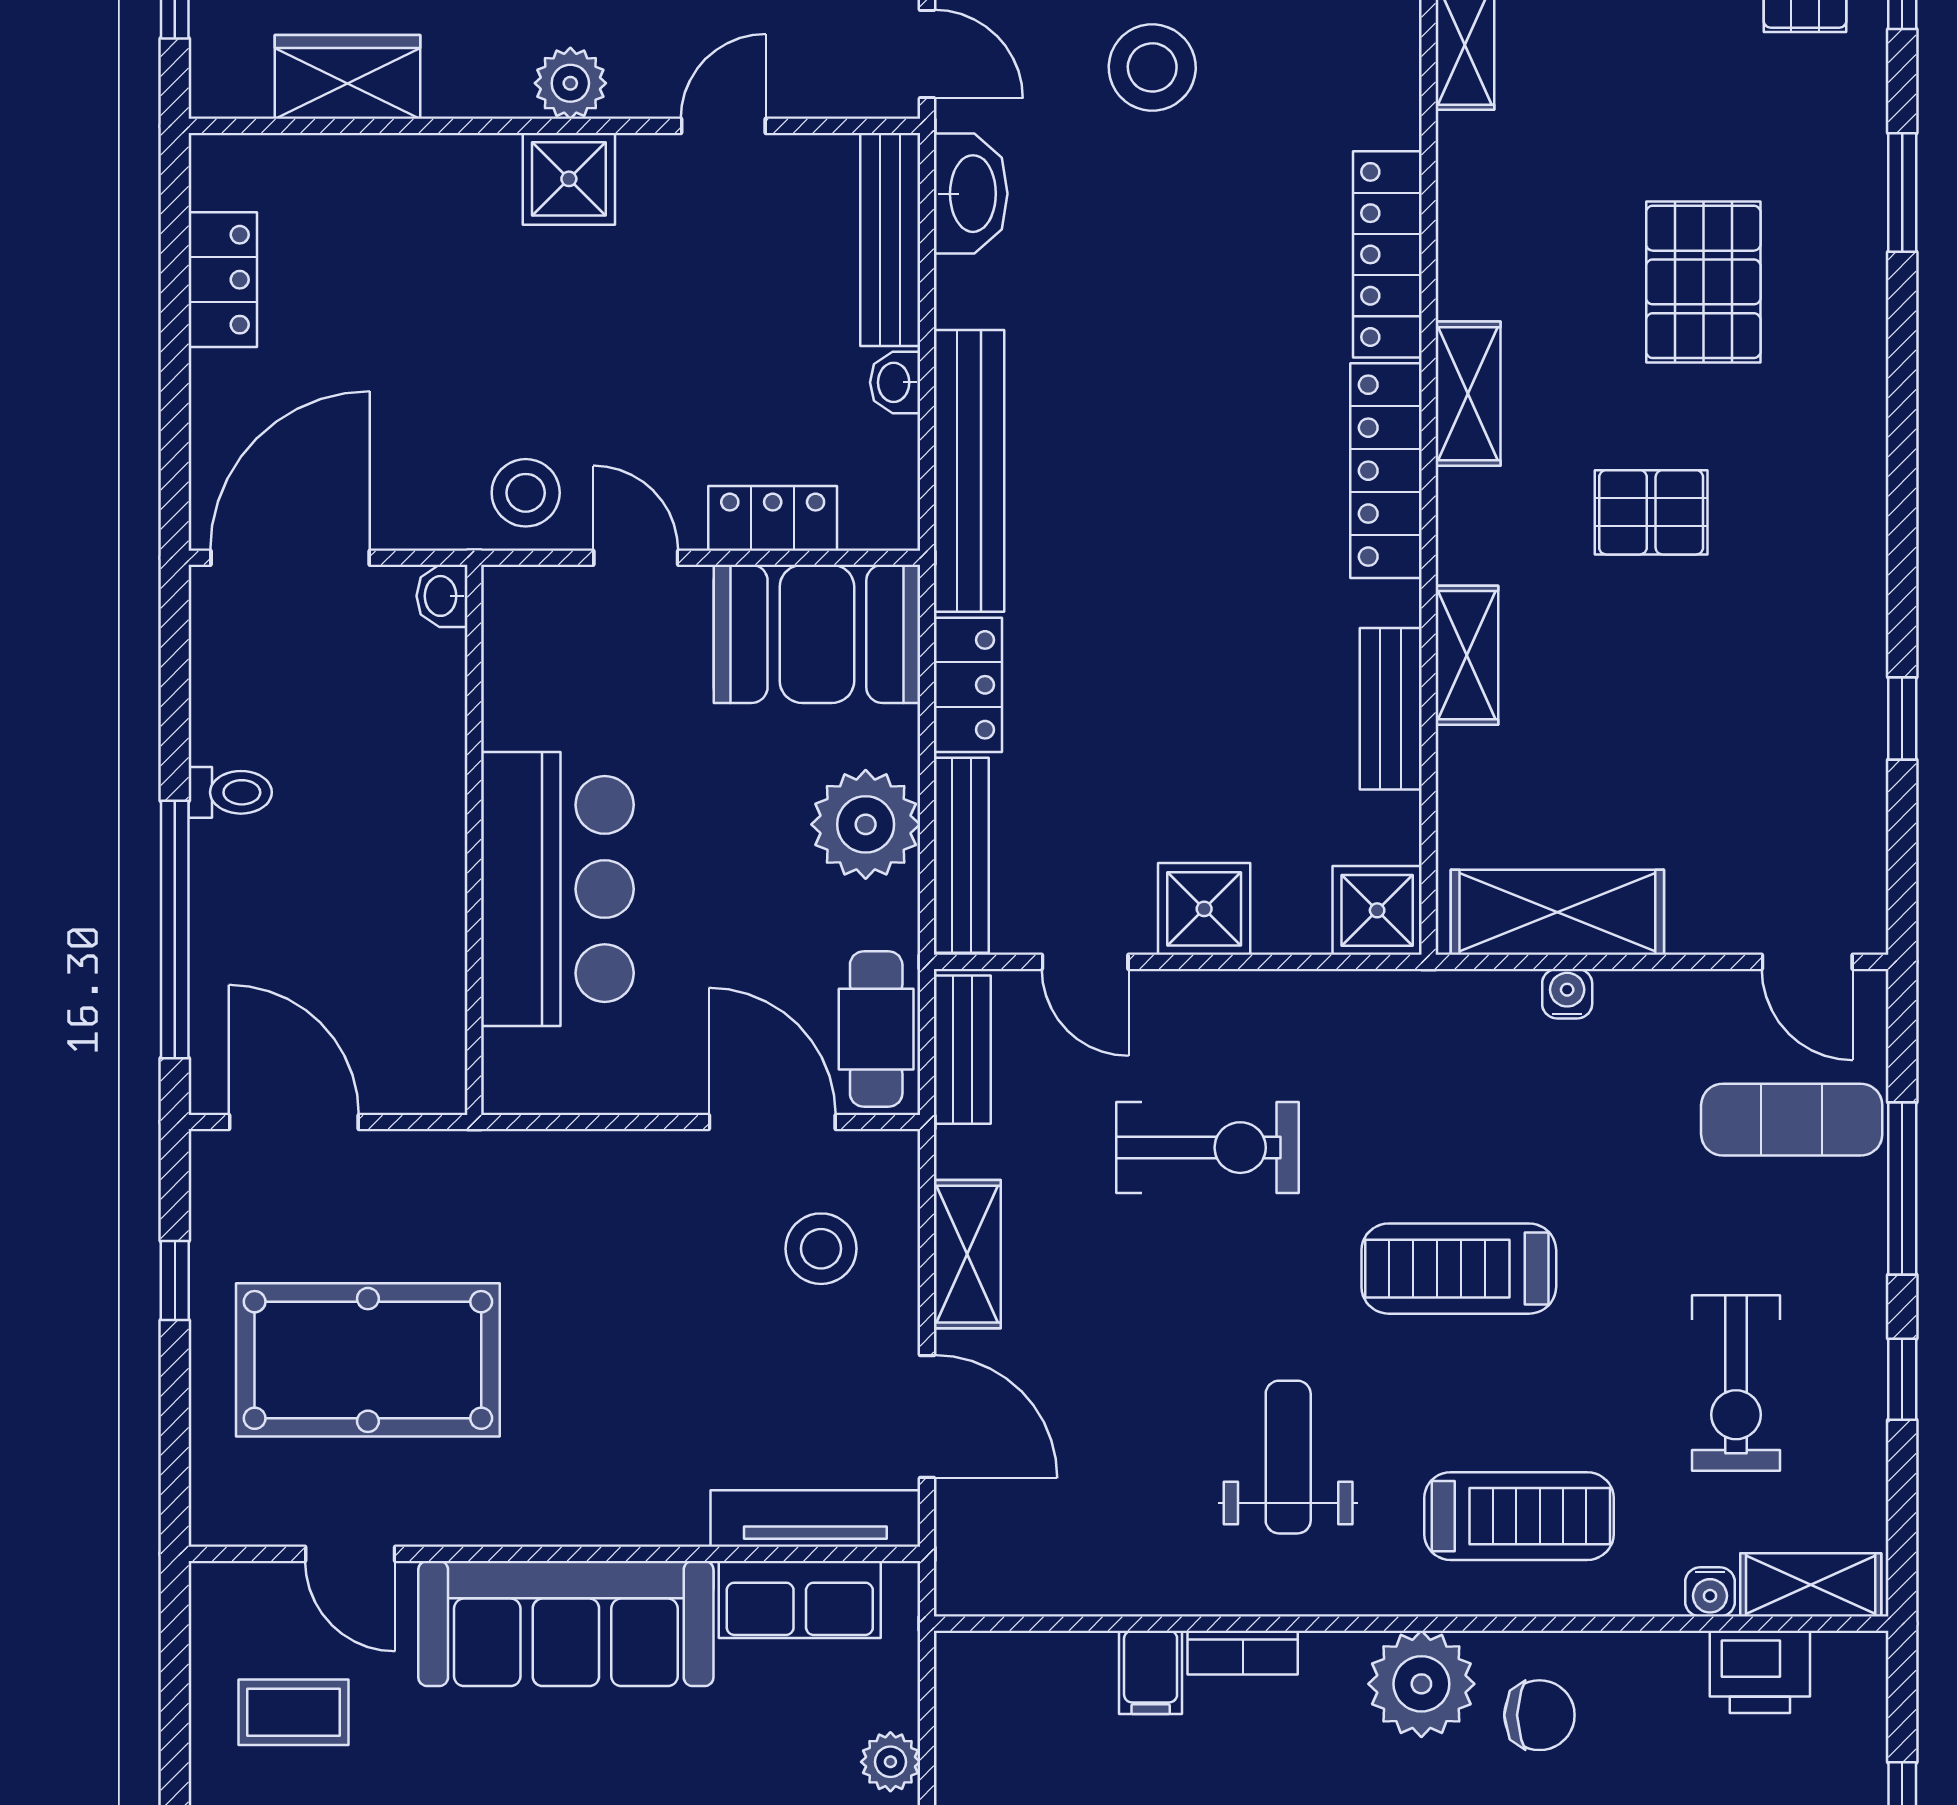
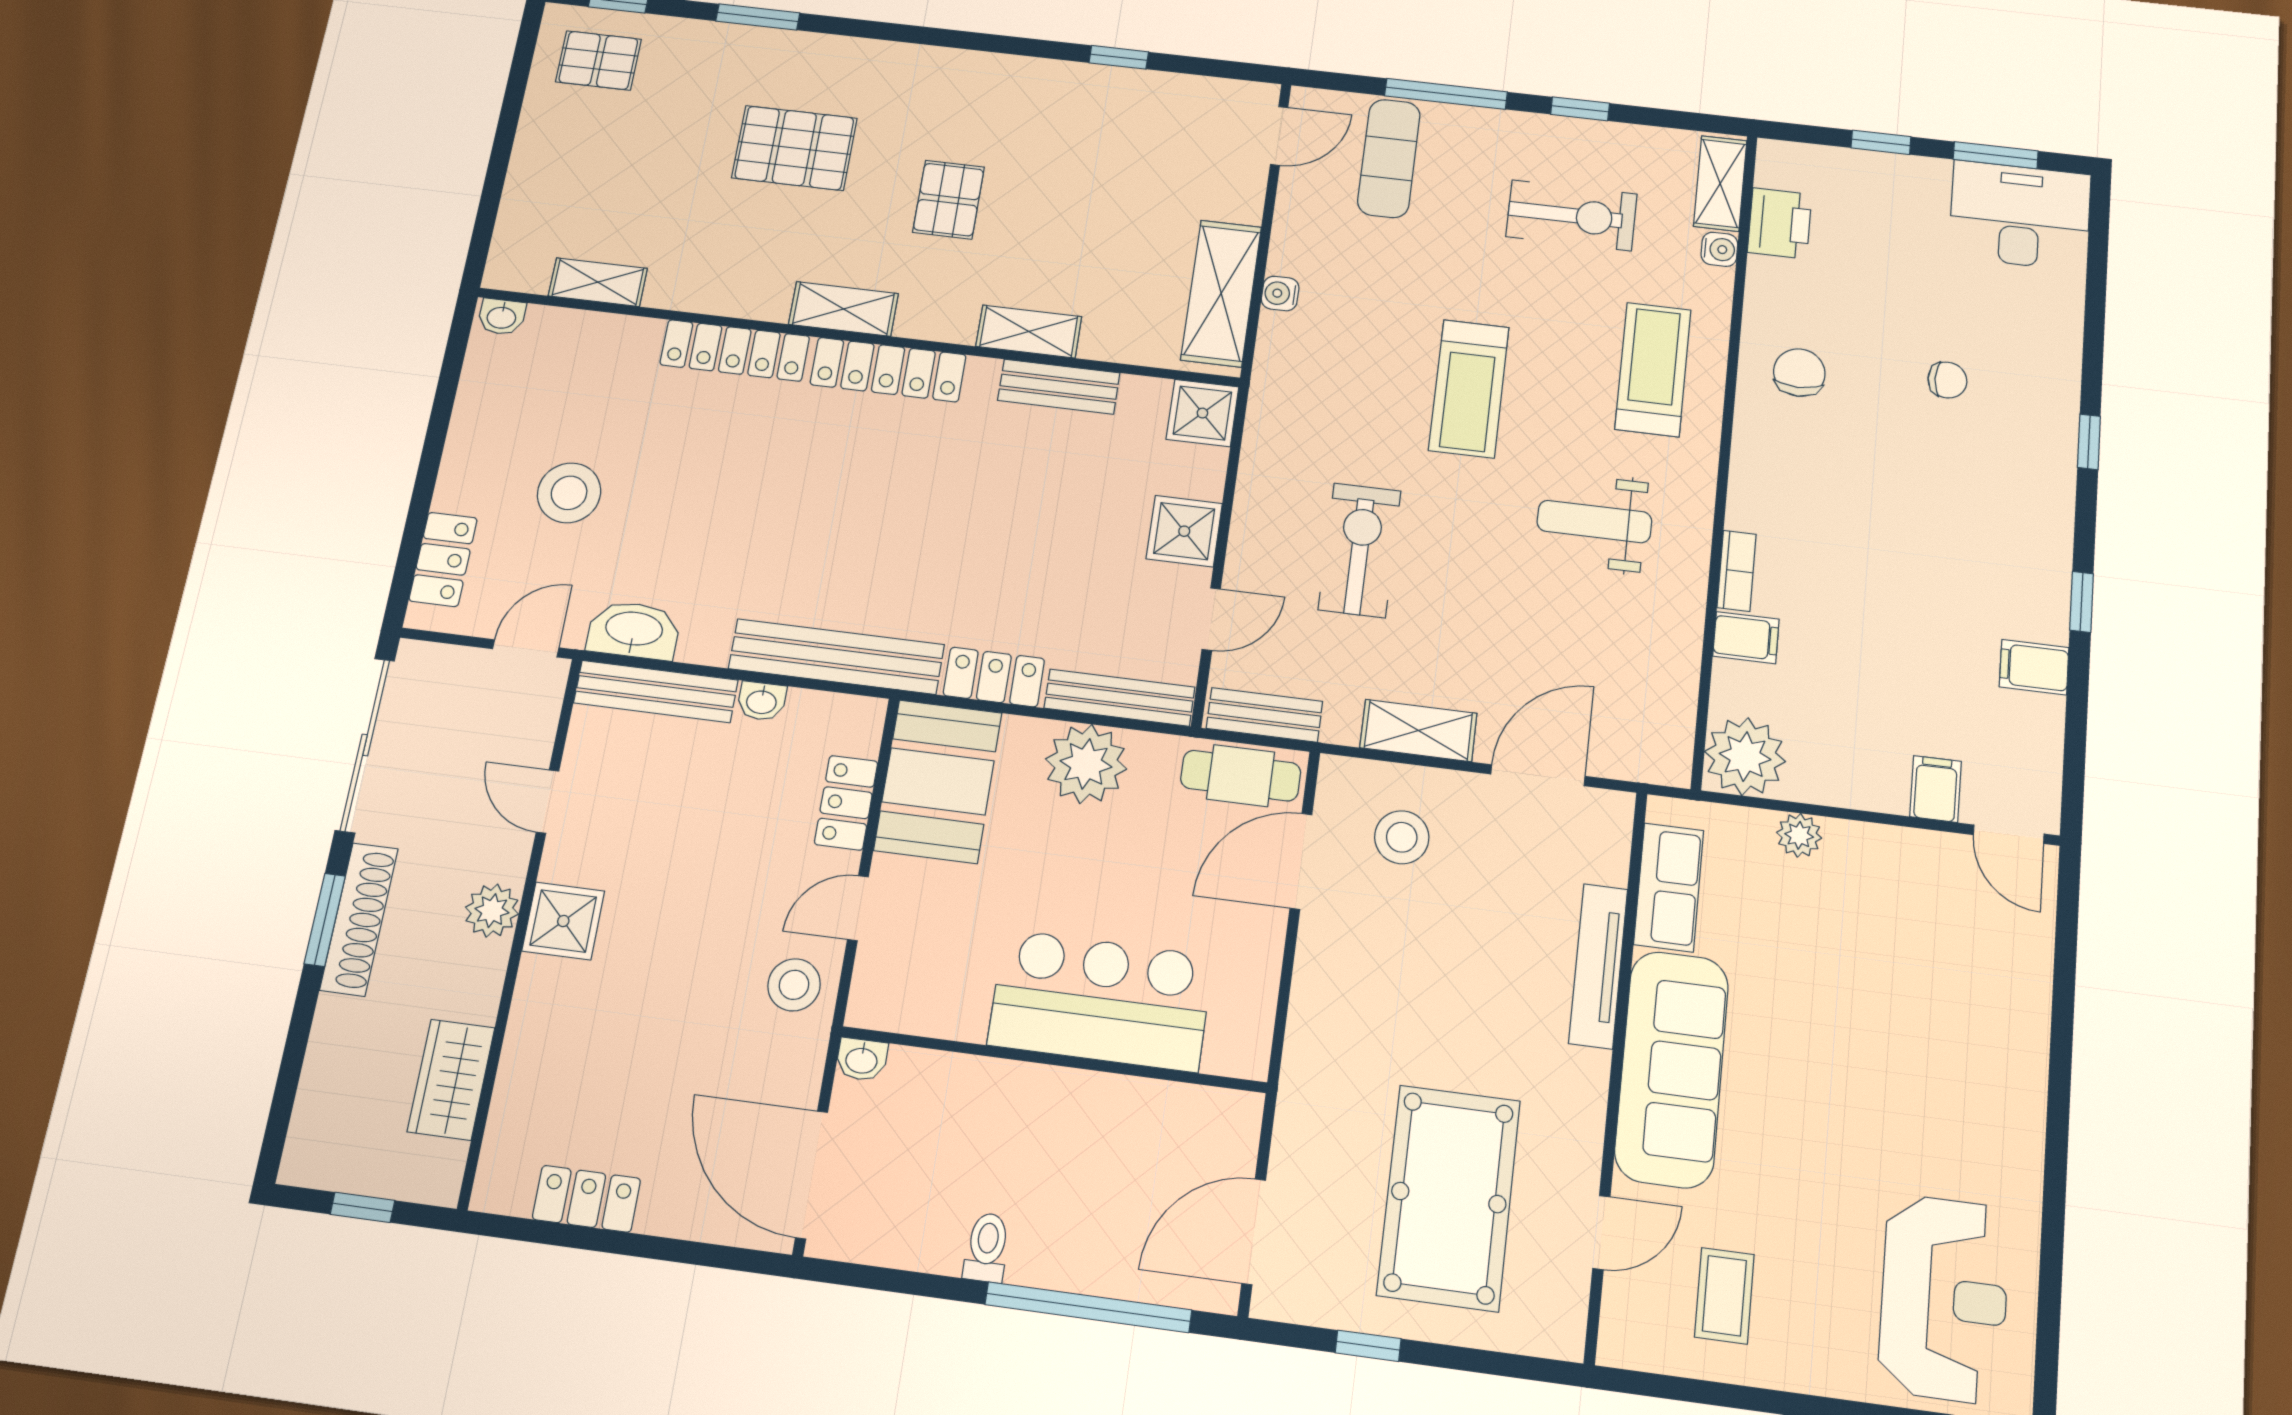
tv unit: (815, 1519) -> (1598, 966), moved
plant: (1421, 1684) -> (1745, 756), moved

